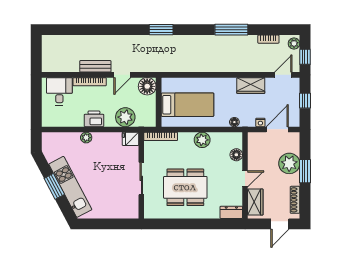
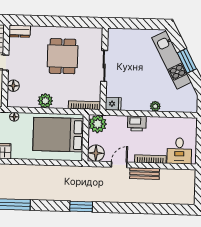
bed: (187, 105) -> (58, 135), width x1.50
plant: (125, 117) -> (98, 124), moved
printer: (94, 119) -> (137, 123), moved
dining table: (185, 187) -> (63, 56), width x0.73

